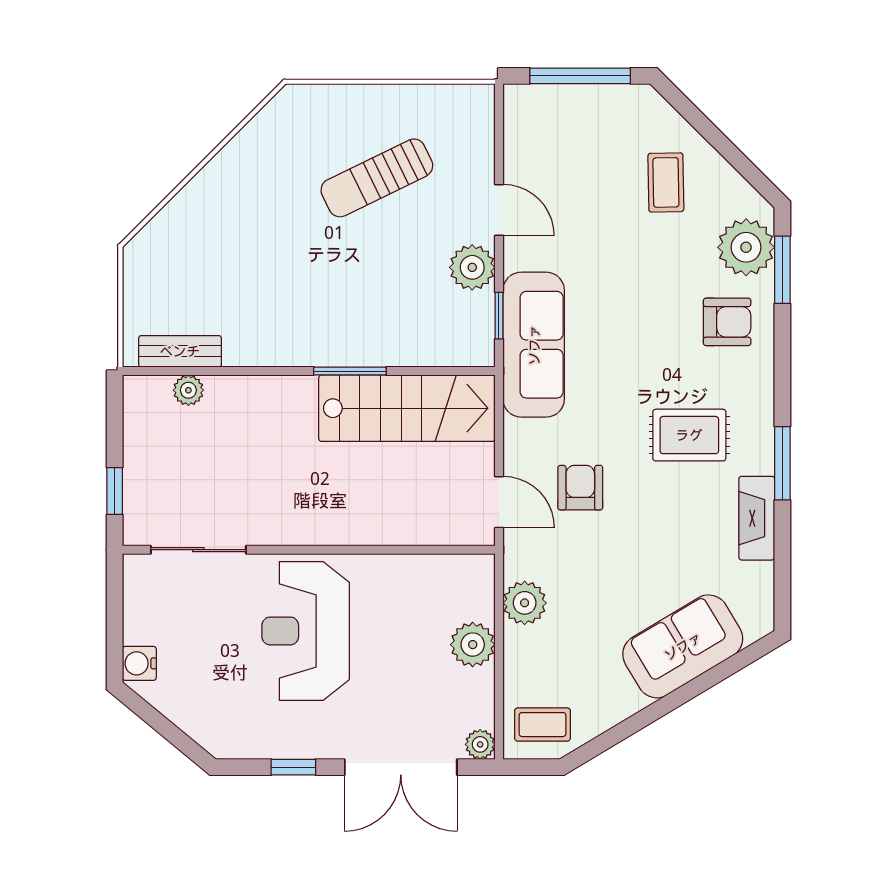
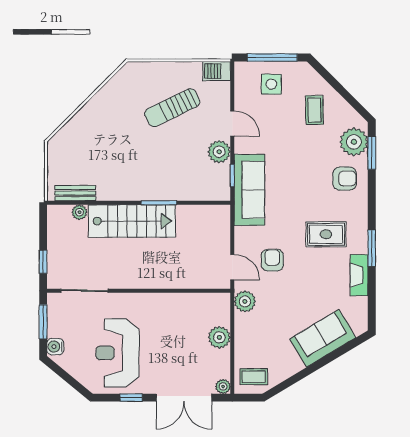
barbecue: (467, 103) -> (217, 71), added
side table: (578, 130) -> (271, 84), added
stairs: (407, 408) -> (132, 221), moved
plant: (525, 603) -> (245, 301), moved
window: (115, 613) -> (43, 322), added
reception desk: (306, 631) -> (117, 353), moved

